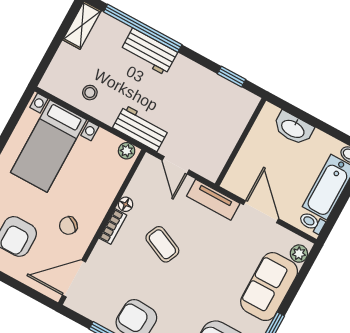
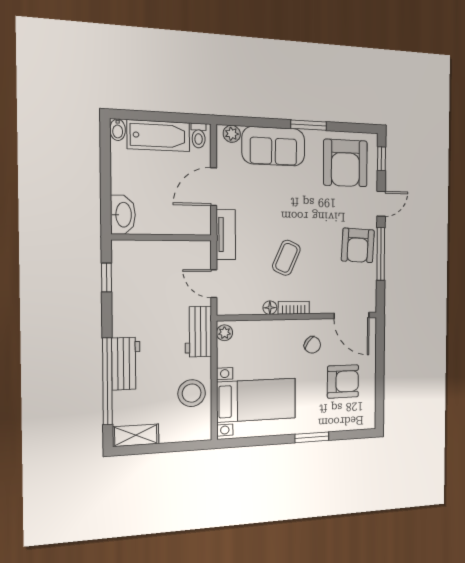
stool: (90, 93) -> (192, 393), width x1.89, depth x1.89
washbasin: (293, 128) -> (123, 215), moved
door: (176, 165) -> (214, 284), swing flipped

